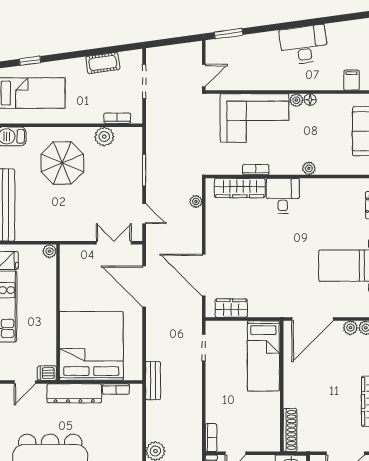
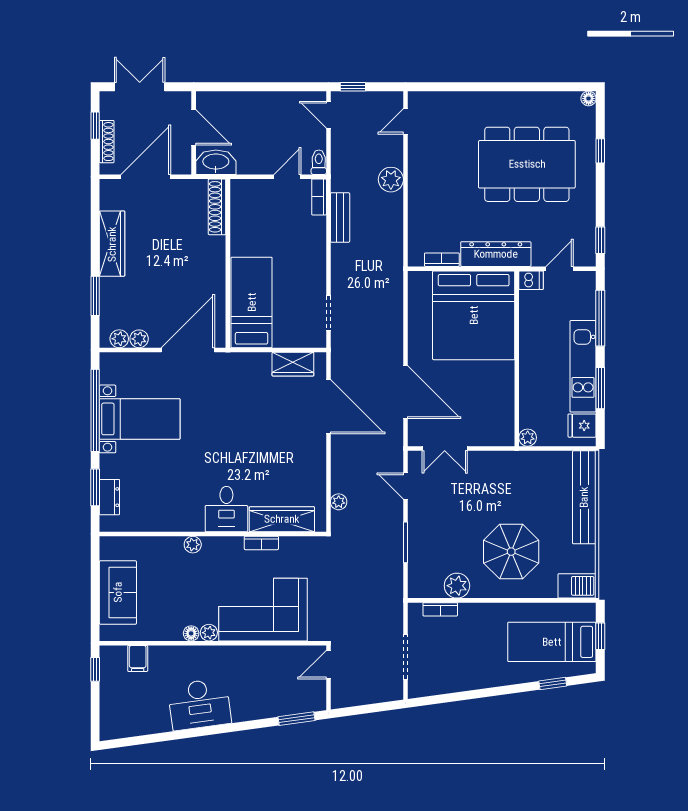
cot: (103, 63) -> (459, 681), removed
bench: (153, 381) -> (340, 217), moved

